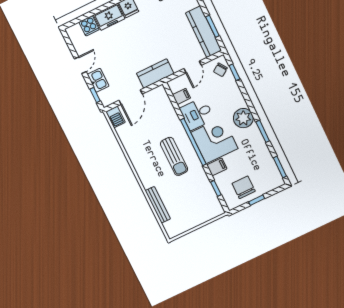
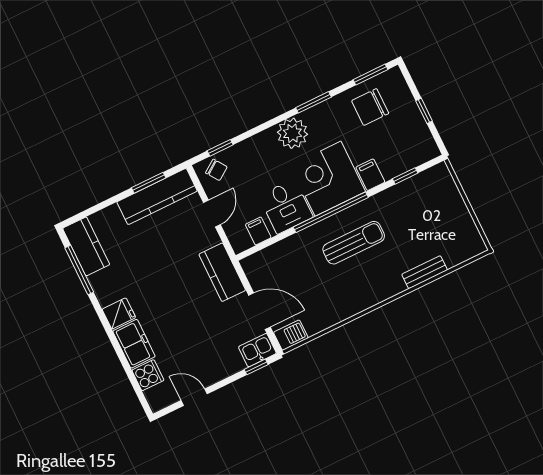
door: (80, 65) -> (194, 397), moved
door: (193, 67) -> (212, 214), hinge flipped
kitchen sink: (98, 80) -> (257, 350), moved
chair: (244, 187) -> (370, 107), moved
bench: (158, 205) -> (425, 272), width x0.73

